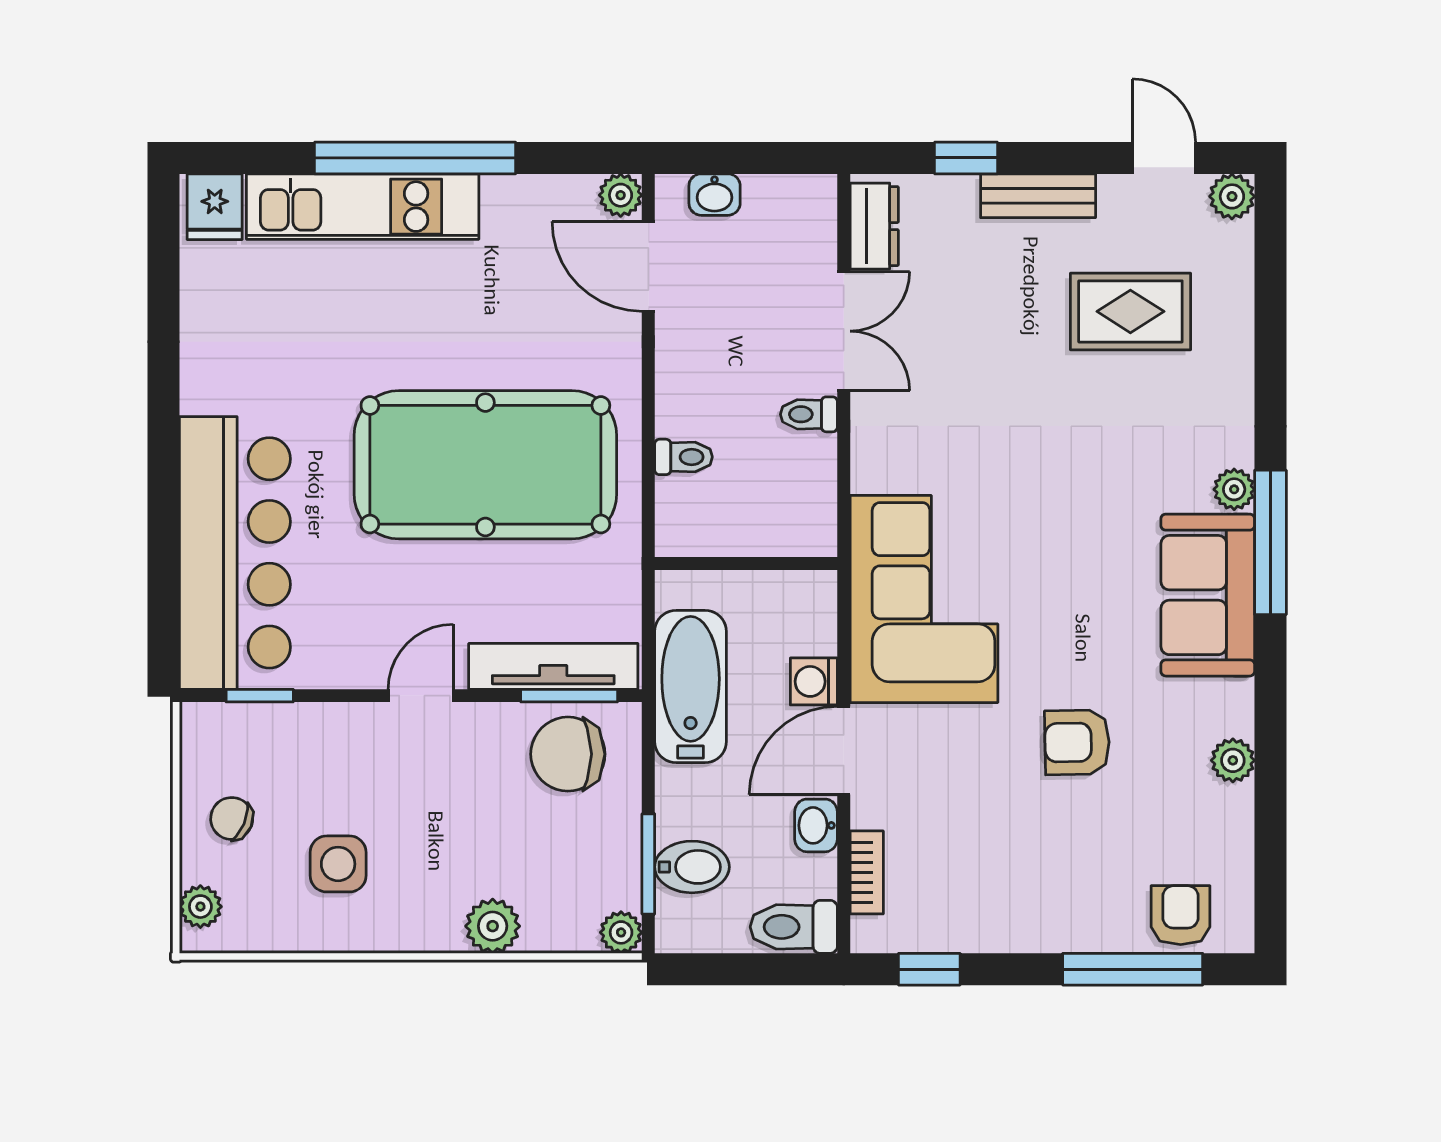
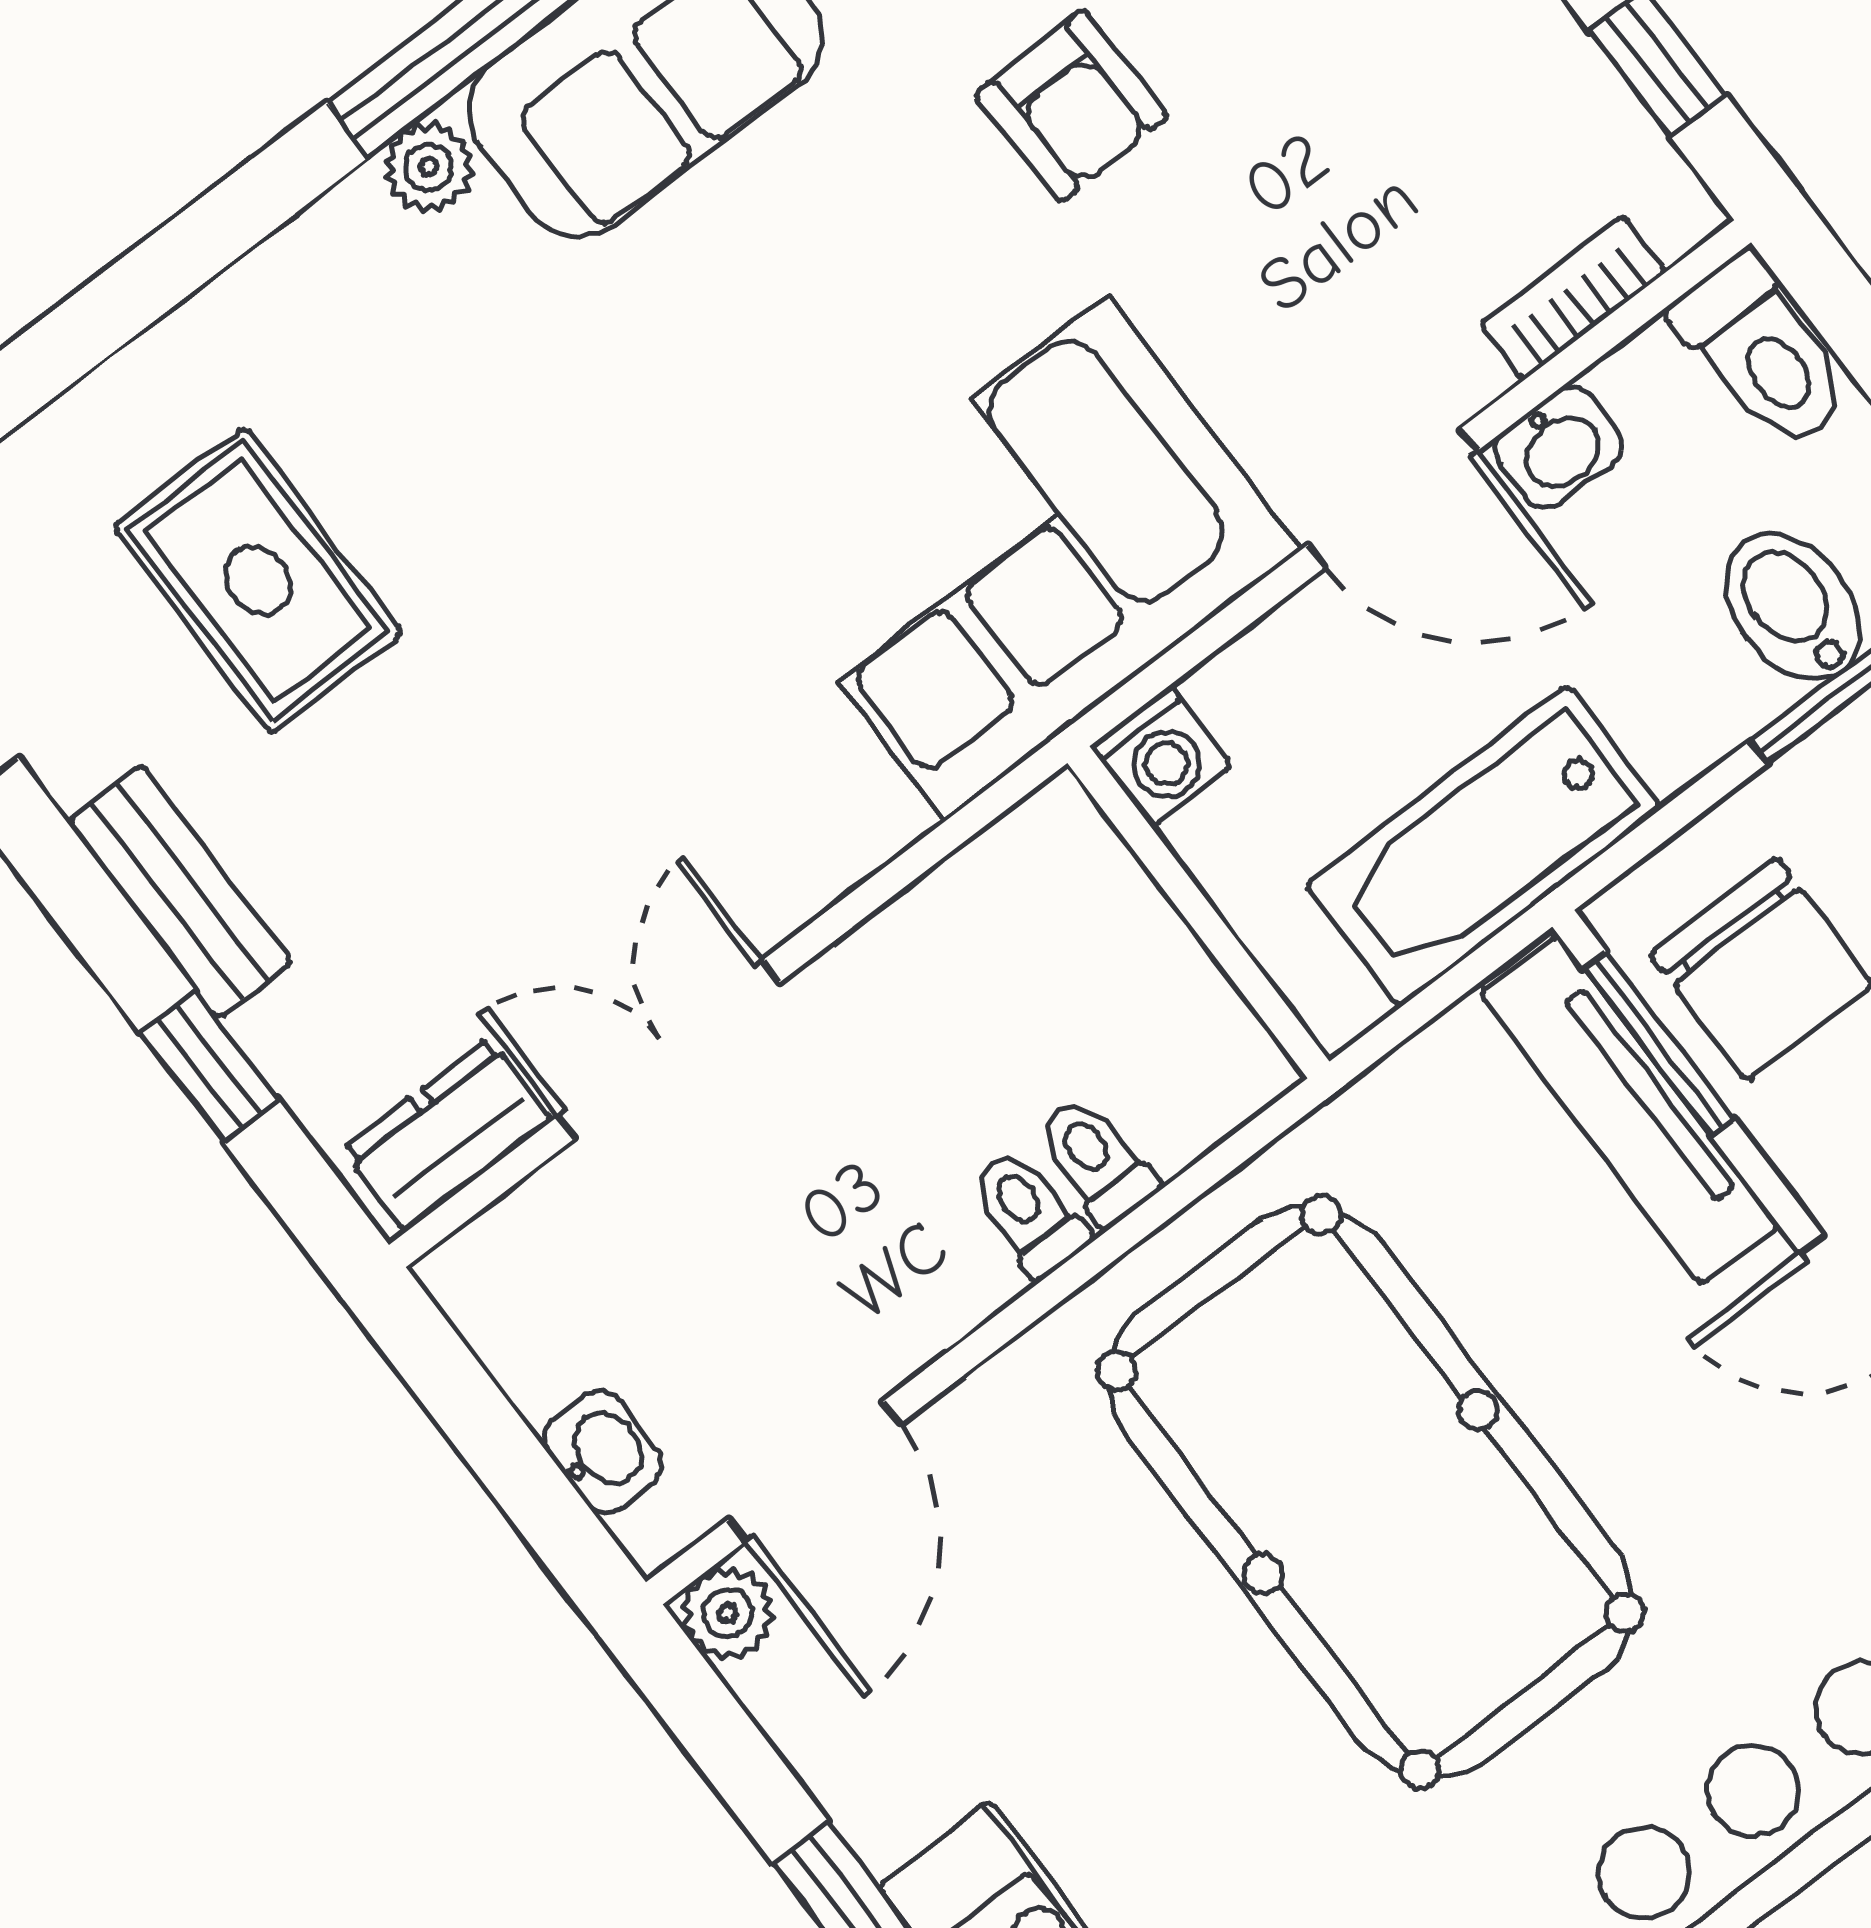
toilet: (809, 414) -> (1029, 1213), moved, turned 180
washing machine: (814, 681) -> (1161, 756), moved

